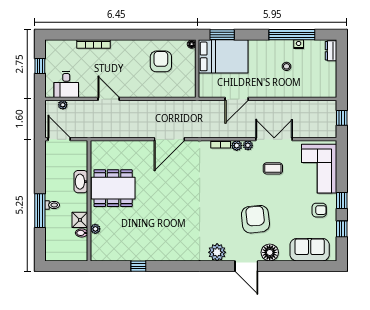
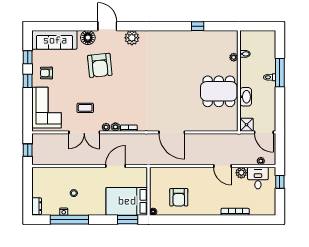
window: (40, 66) -> (280, 182), moved
plant: (86, 91) -> (241, 173), added
door: (169, 139) -> (172, 132), swing flipped
shower: (80, 220) -> (246, 125), moved
sofa: (310, 250) -> (55, 40), width x1.36

